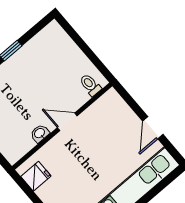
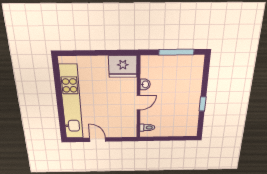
fridge: (36, 176) -> (123, 66), width x1.88, depth x1.34

